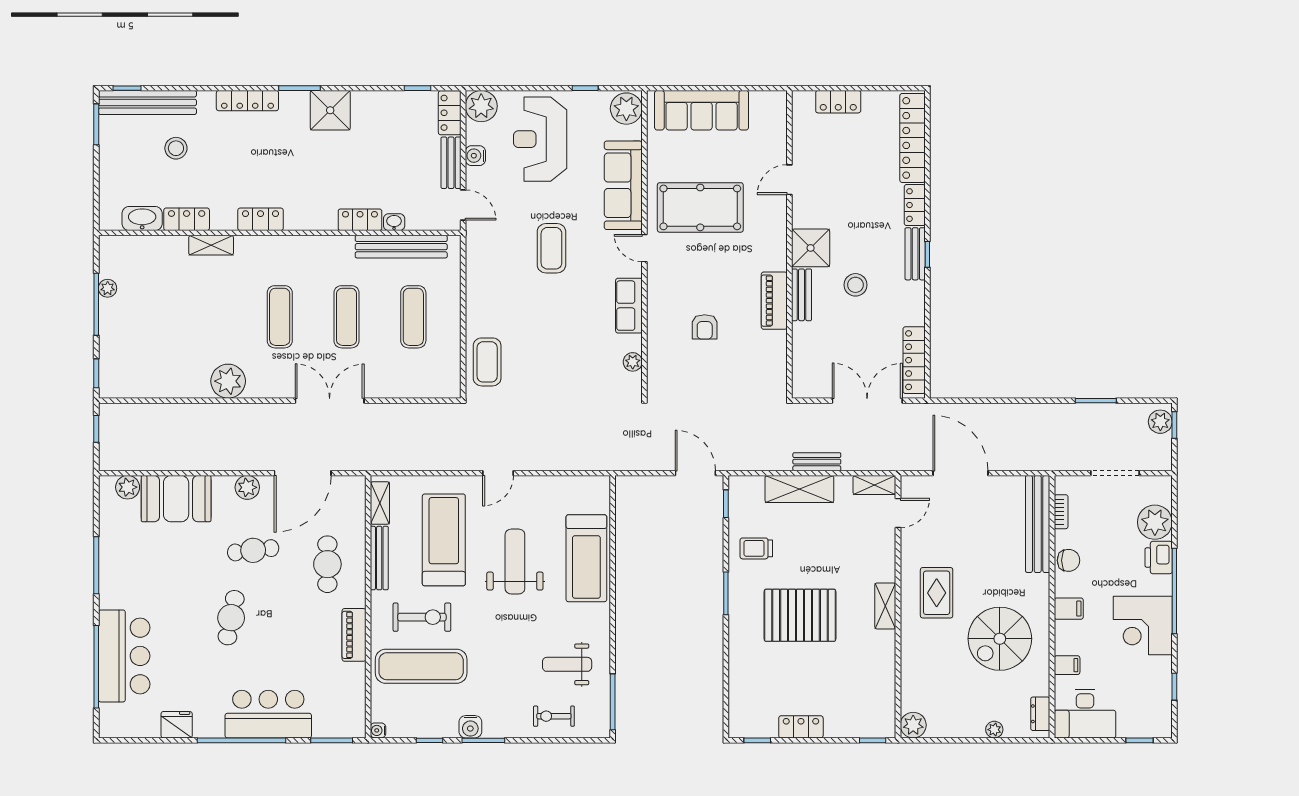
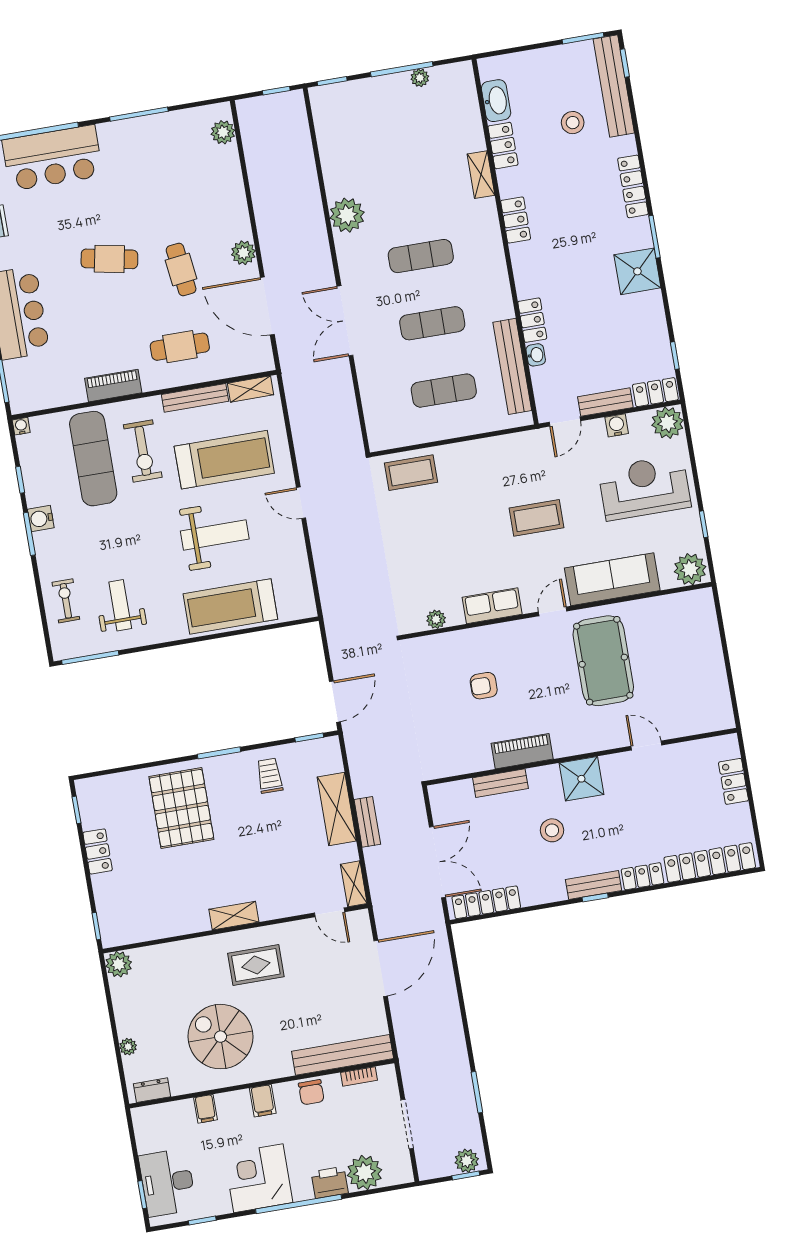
sofa: (702, 110) -> (701, 645), removed
bench: (802, 295) -> (500, 783), moved
double door: (330, 401) -> (345, 321), swing flipped
booth: (176, 499) -> (220, 183), removed
pallet: (800, 615) -> (181, 808), moved
desk: (1085, 714) -> (168, 1183), moved

